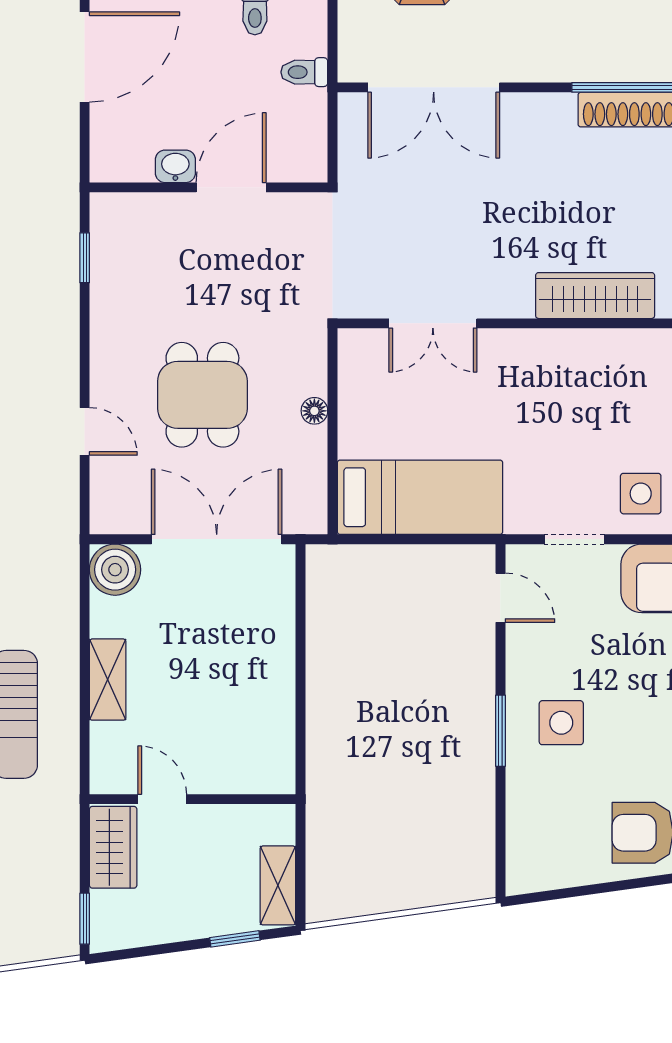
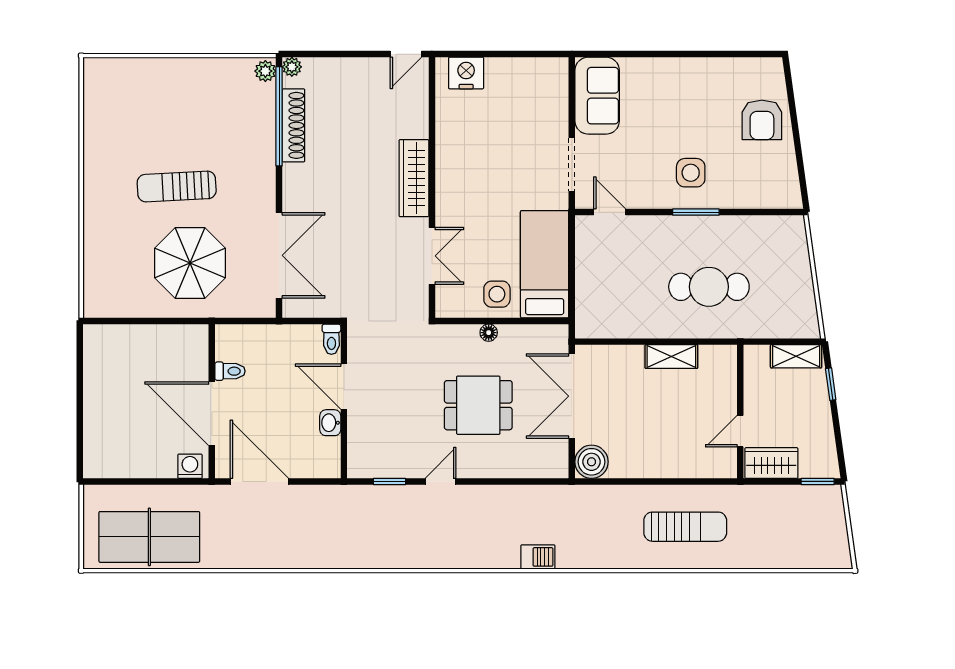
toilet: (304, 72) -> (331, 339), moved
wardrobe: (595, 296) -> (414, 178), moved
door: (85, 431) -> (440, 481), moved
side table: (641, 494) -> (497, 294), moved
doorway: (574, 539) -> (572, 164), width x1.38
door: (500, 598) -> (610, 212), hinge flipped
shelving: (108, 680) -> (671, 357), moved
cafe table: (385, 751) -> (709, 287), added

